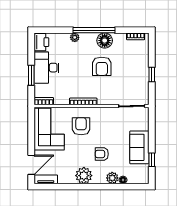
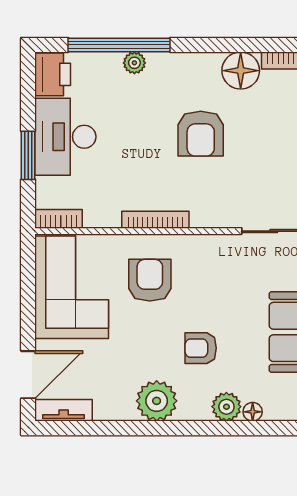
window: (94, 30) -> (119, 45), moved
floor lamp: (105, 41) -> (241, 71), moved

